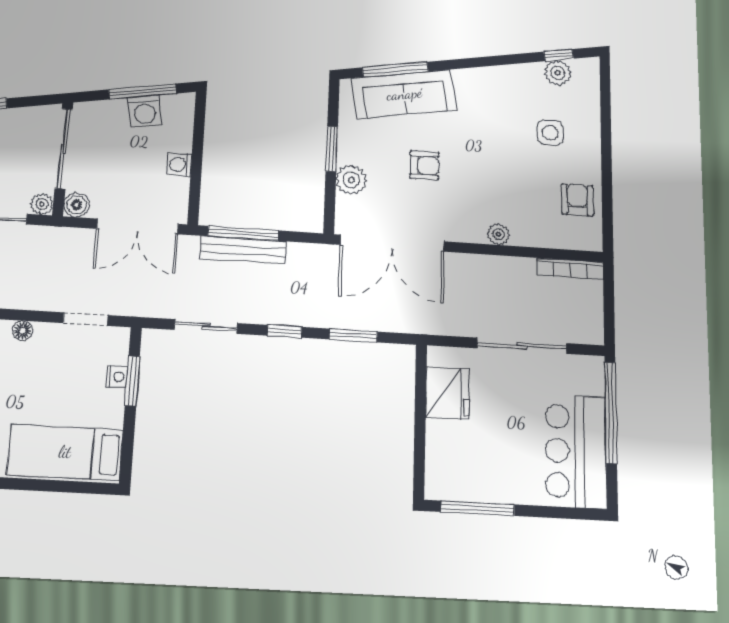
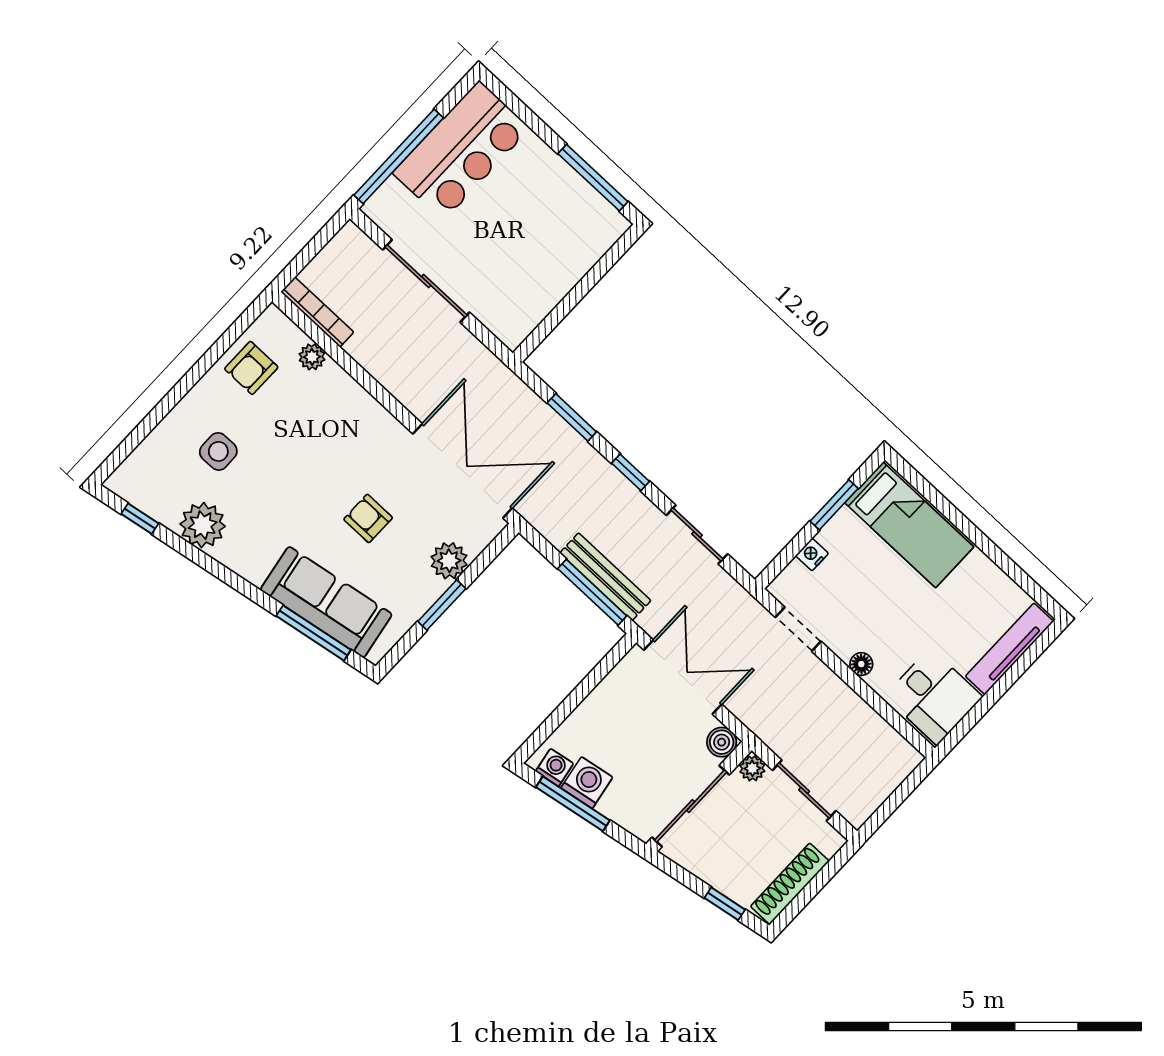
plant: (558, 73) -> (203, 525), moved, width x1.36, depth x1.36
washing machine: (179, 165) -> (555, 768), moved, turned -100
plant: (499, 234) -> (312, 357), moved
window: (132, 381) -> (834, 505), moved
fridge: (447, 393) -> (531, 297), removed

